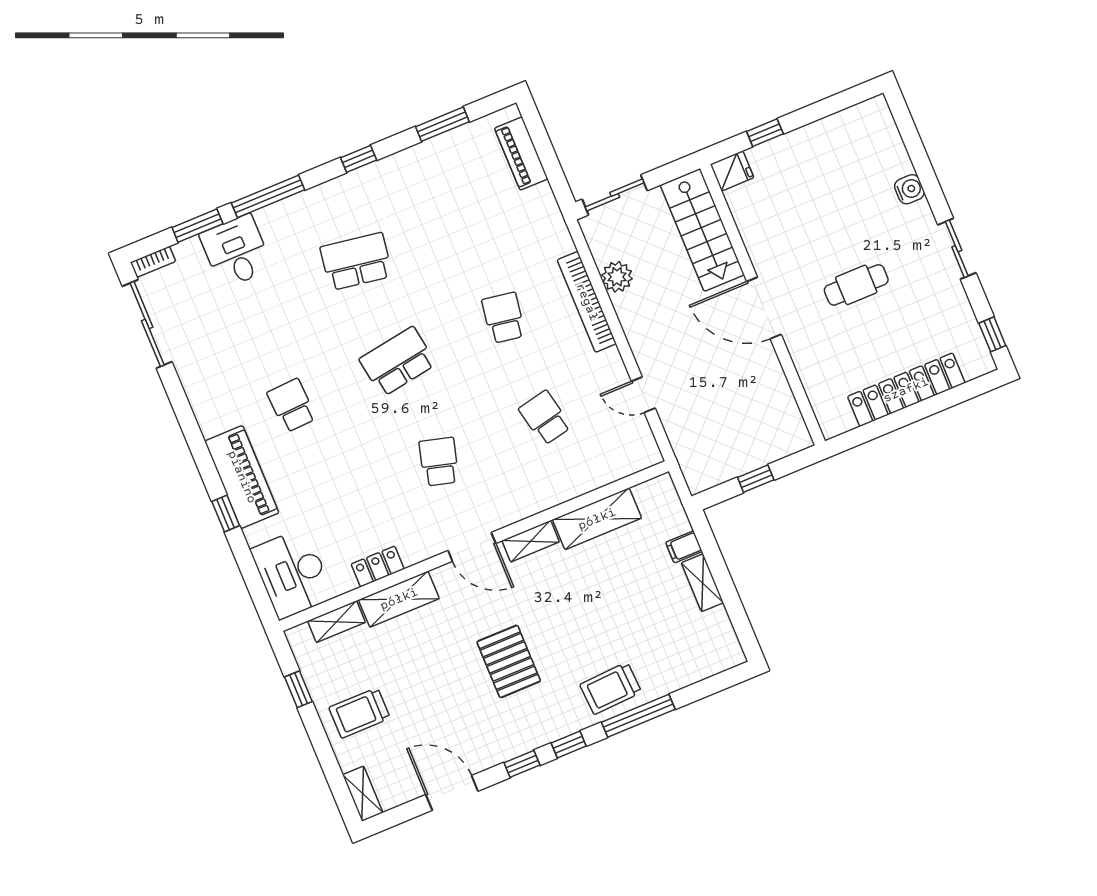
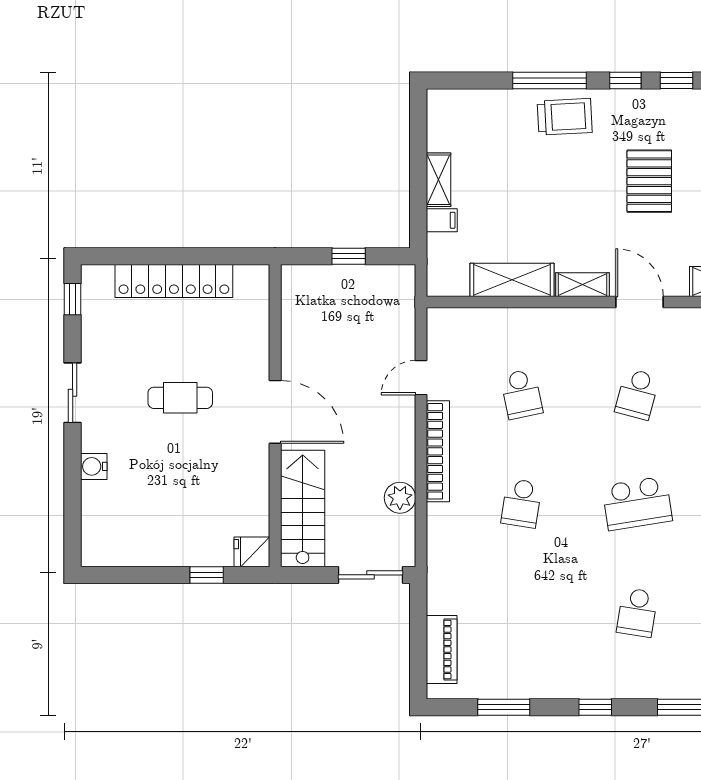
school desk: (356, 262) -> (637, 612), width x0.54
bookcase: (587, 302) -> (438, 451), moved
door: (643, 395) -> (421, 378), swing flipped

